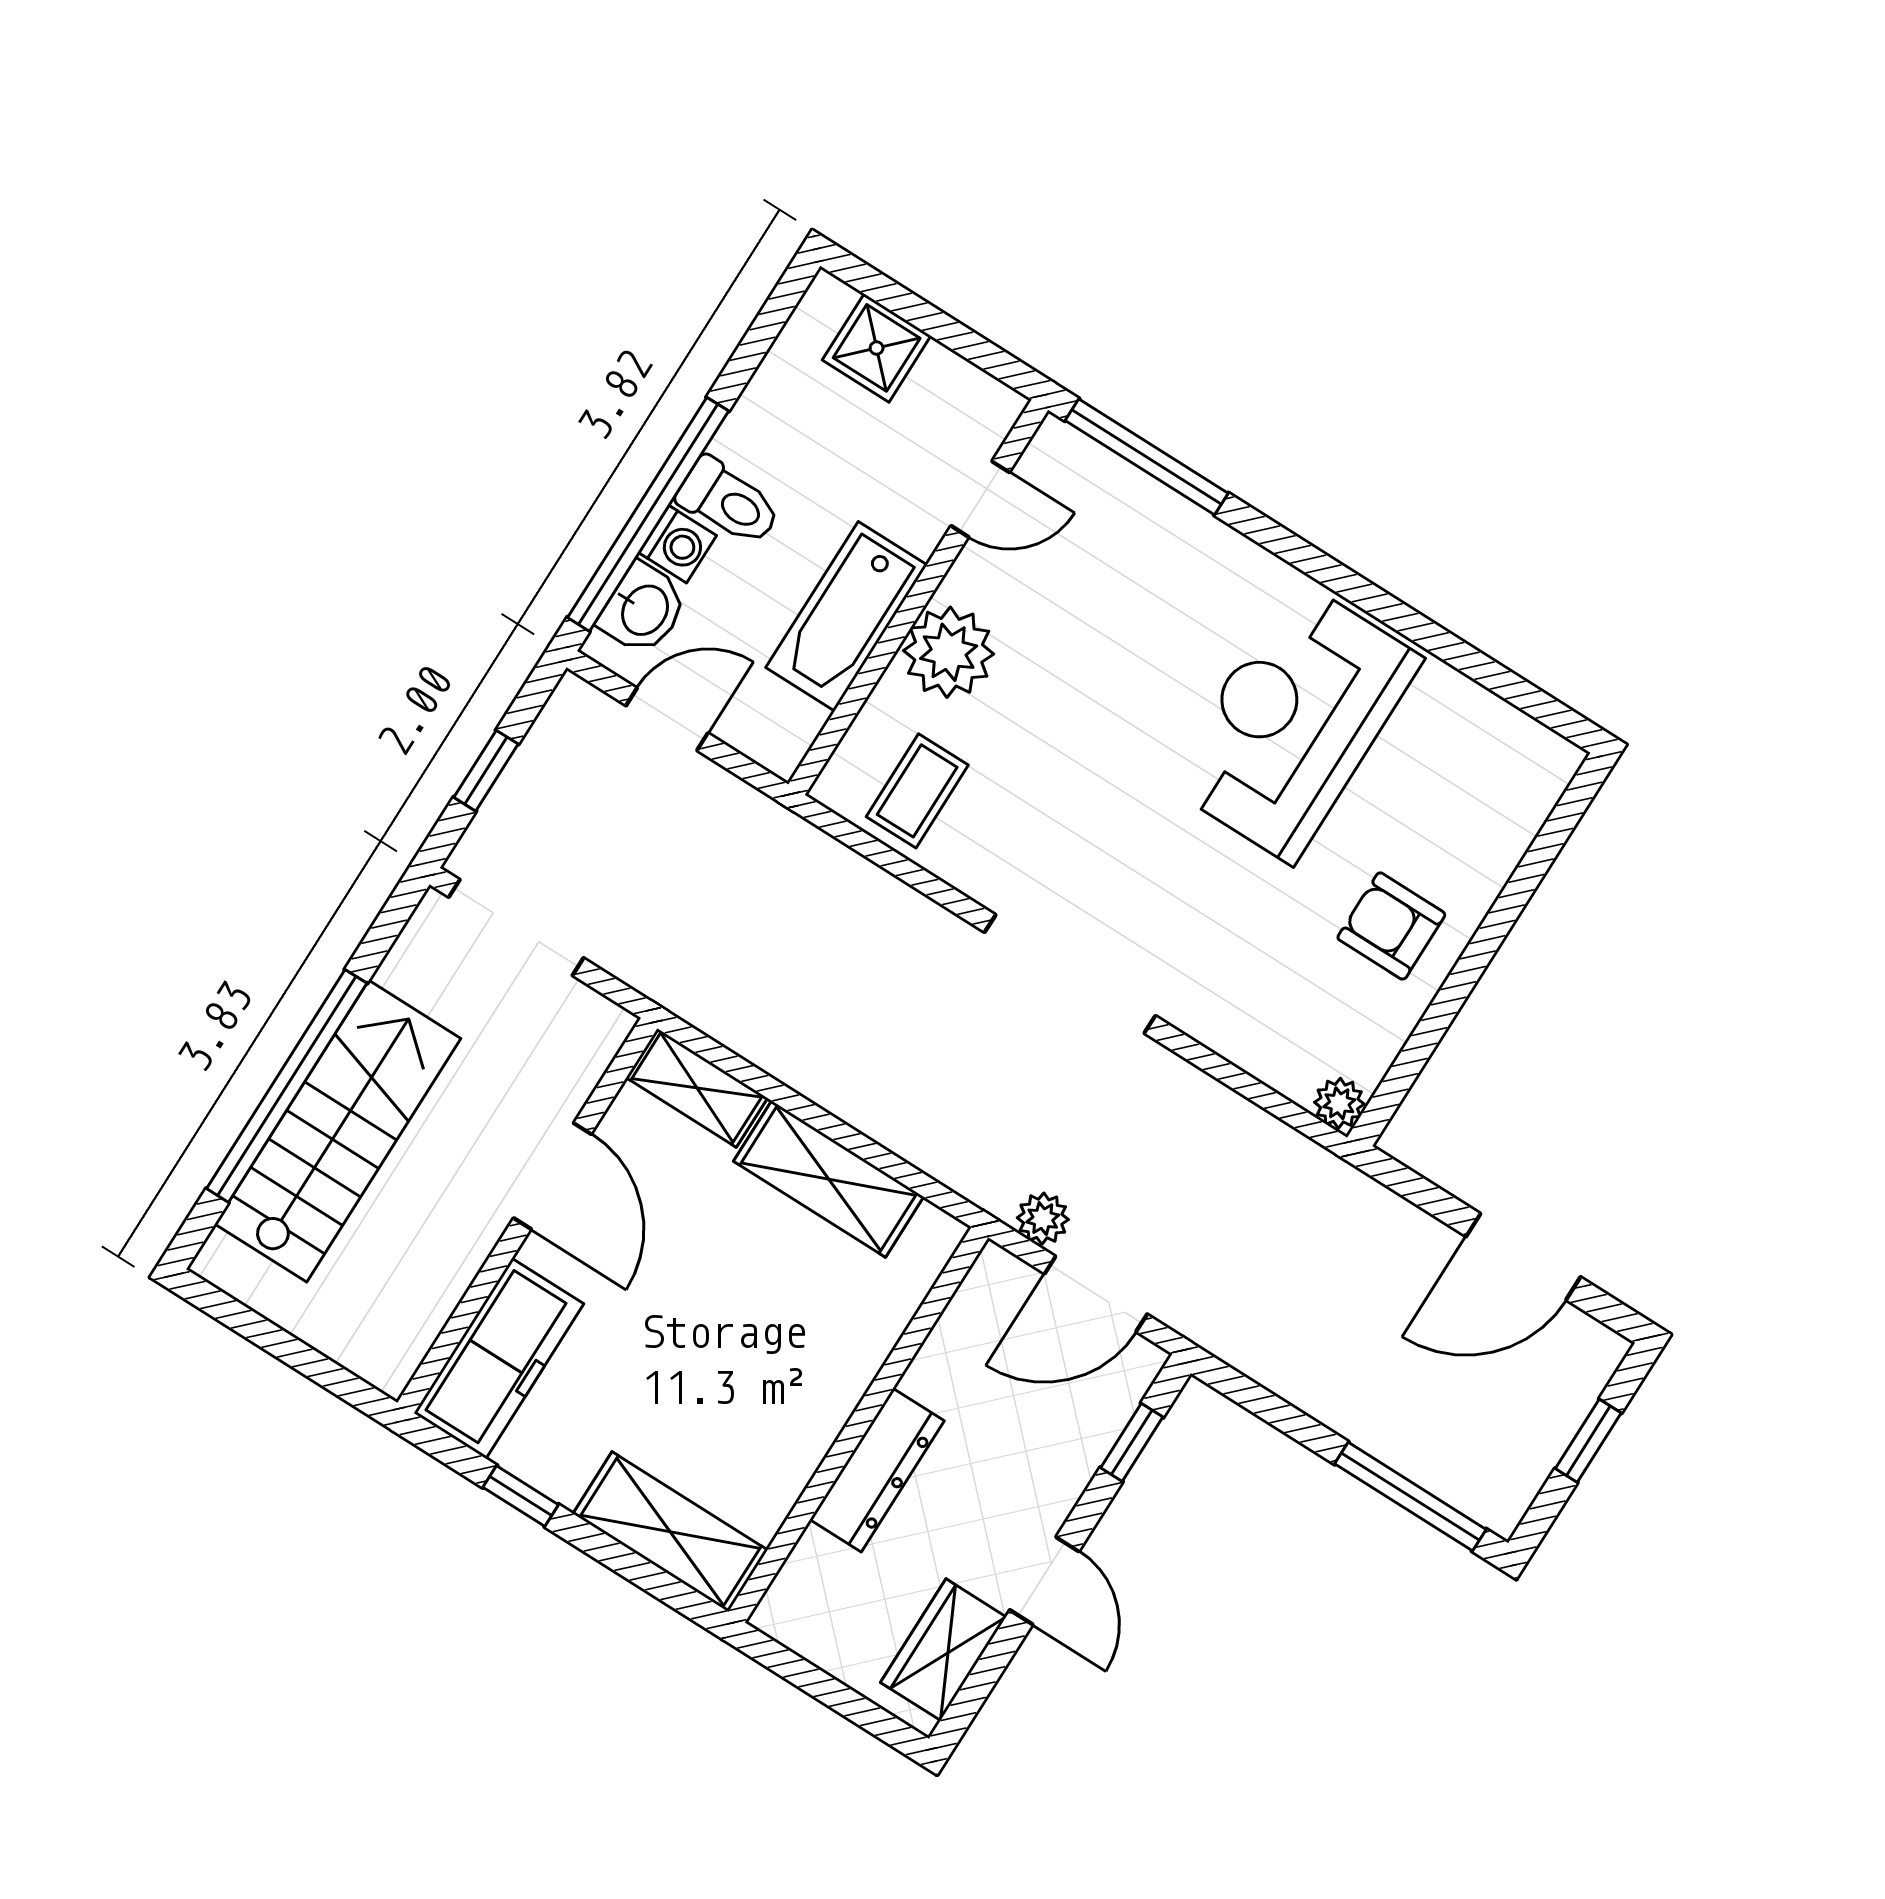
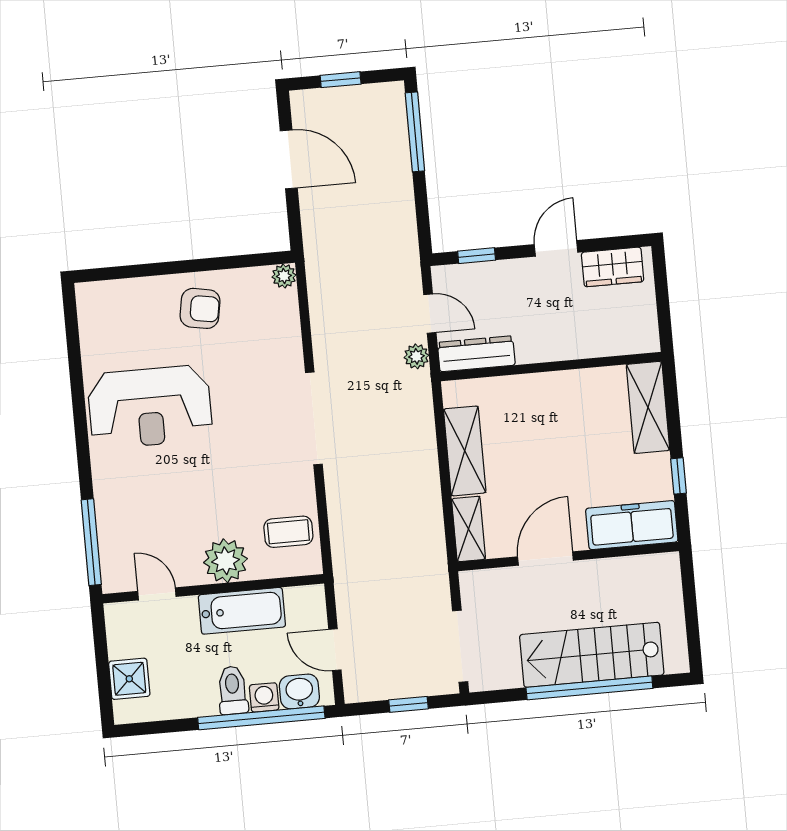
armchair: (1391, 926) -> (200, 308), turned -80
door: (1096, 1294) -> (430, 314), width x0.73
dresser: (877, 1470) -> (476, 354), moved

